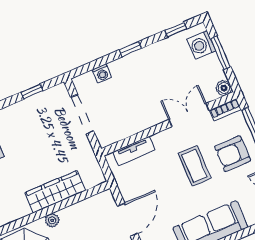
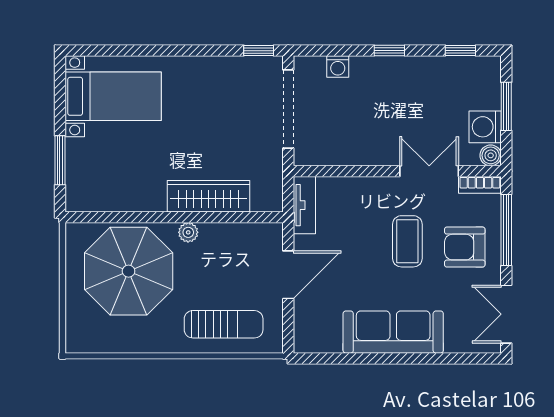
washing machine: (201, 45) -> (485, 127), moved
window: (32, 91) -> (259, 51), moved
doorway: (82, 114) -> (288, 109), width x1.36
tv unit: (134, 151) -> (304, 205), moved, turned -90

